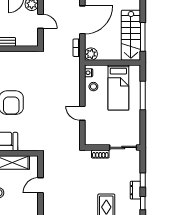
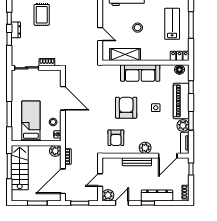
door: (41, 21) -> (100, 180), hinge flipped
armchair: (23, 69) -> (116, 138), added
door: (82, 113) -> (63, 98), width x1.87
door: (41, 185) -> (100, 34), hinge flipped

